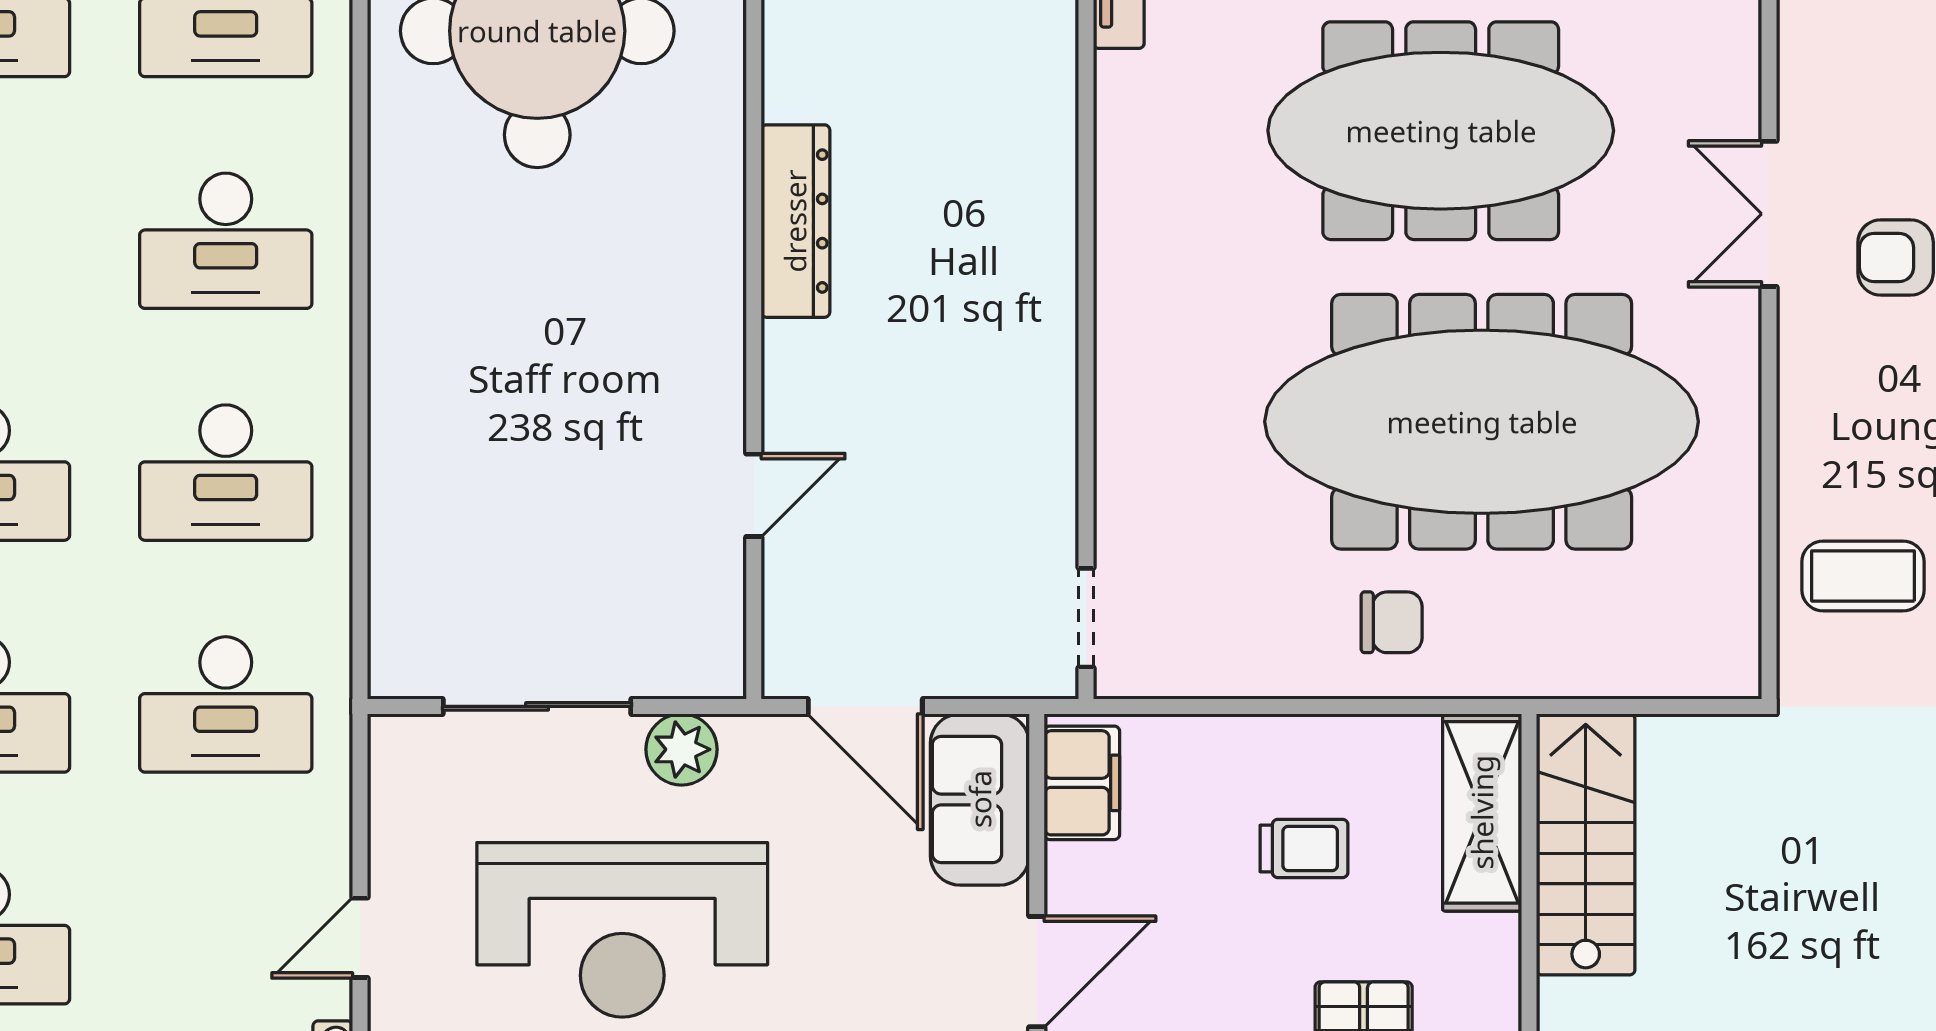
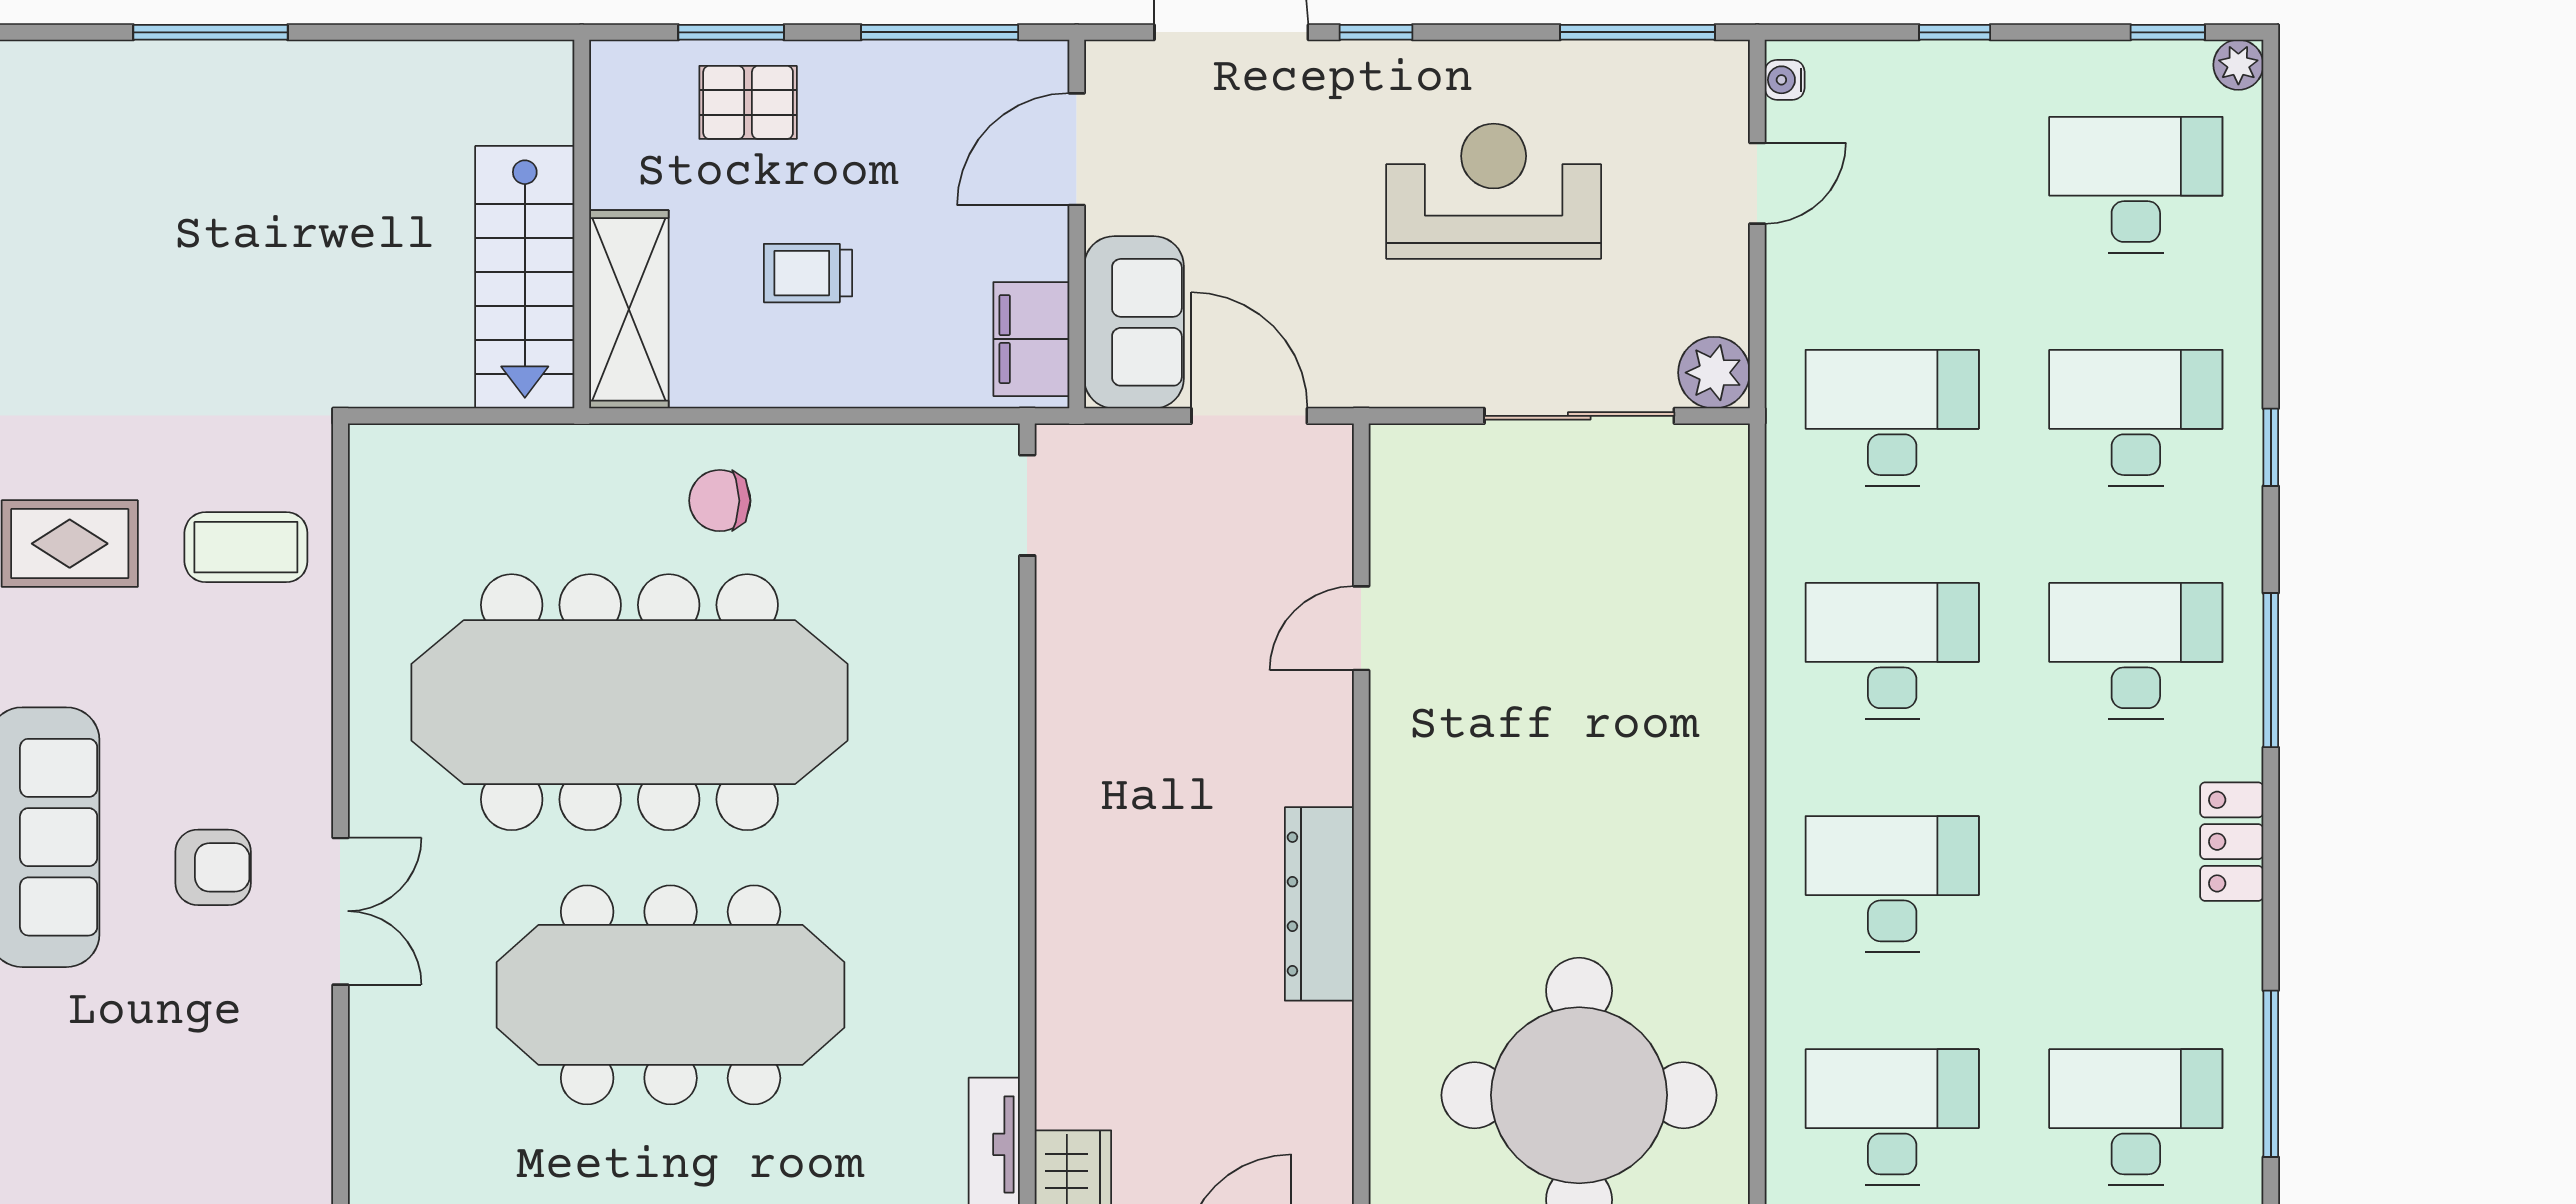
plant: (681, 749) -> (1714, 373), moved
reception desk: (622, 930) -> (1494, 191), width x0.74, depth x0.77

